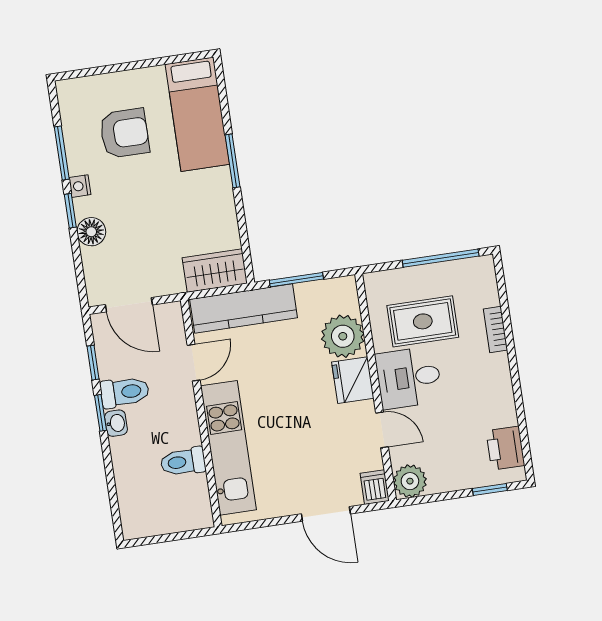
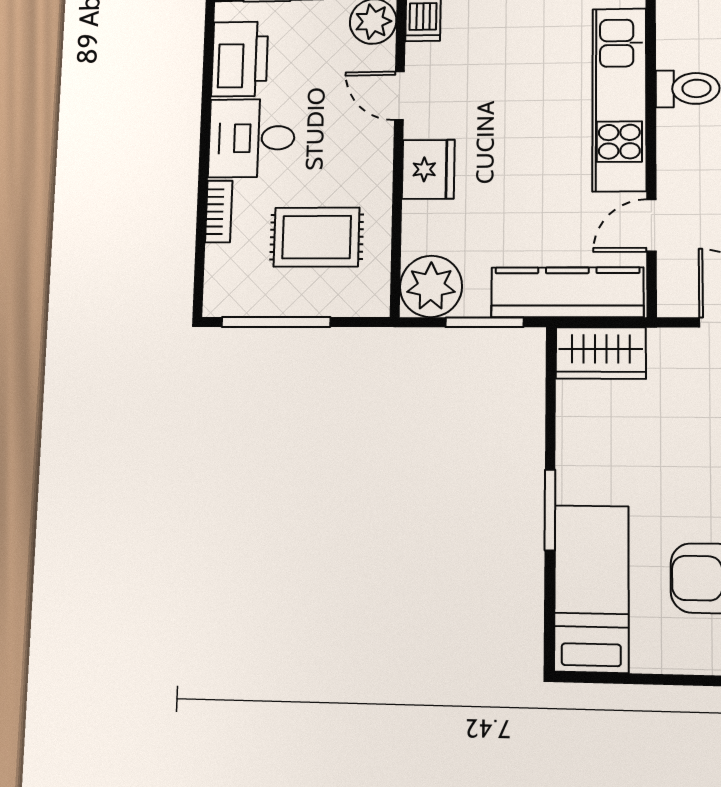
plant: (343, 336) -> (431, 286), moved
desk: (409, 378) -> (252, 138), moved, turned 180
printer: (505, 448) -> (240, 59), width x1.37, depth x1.19

